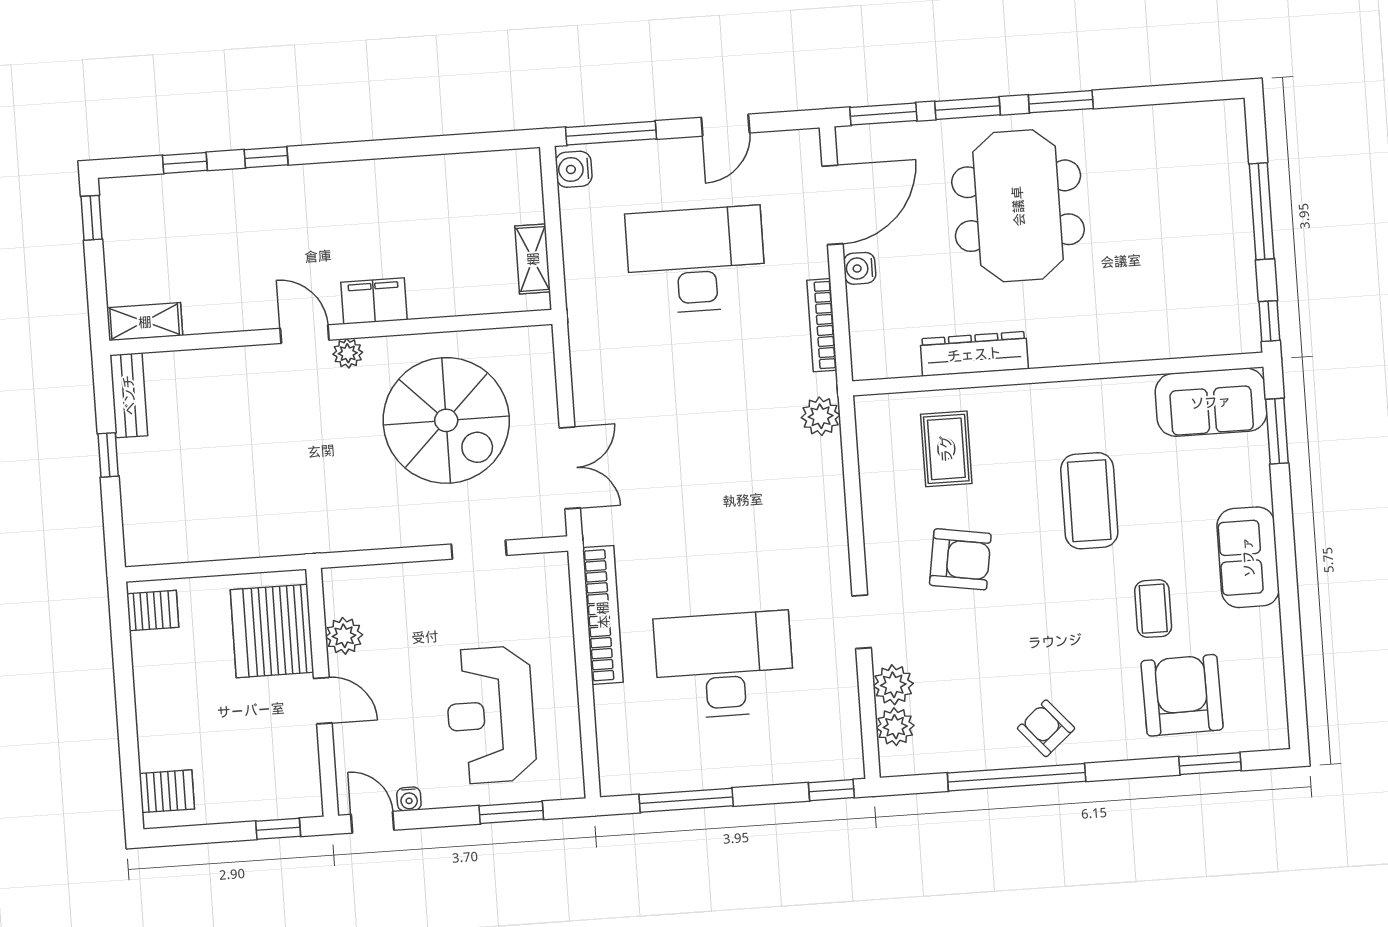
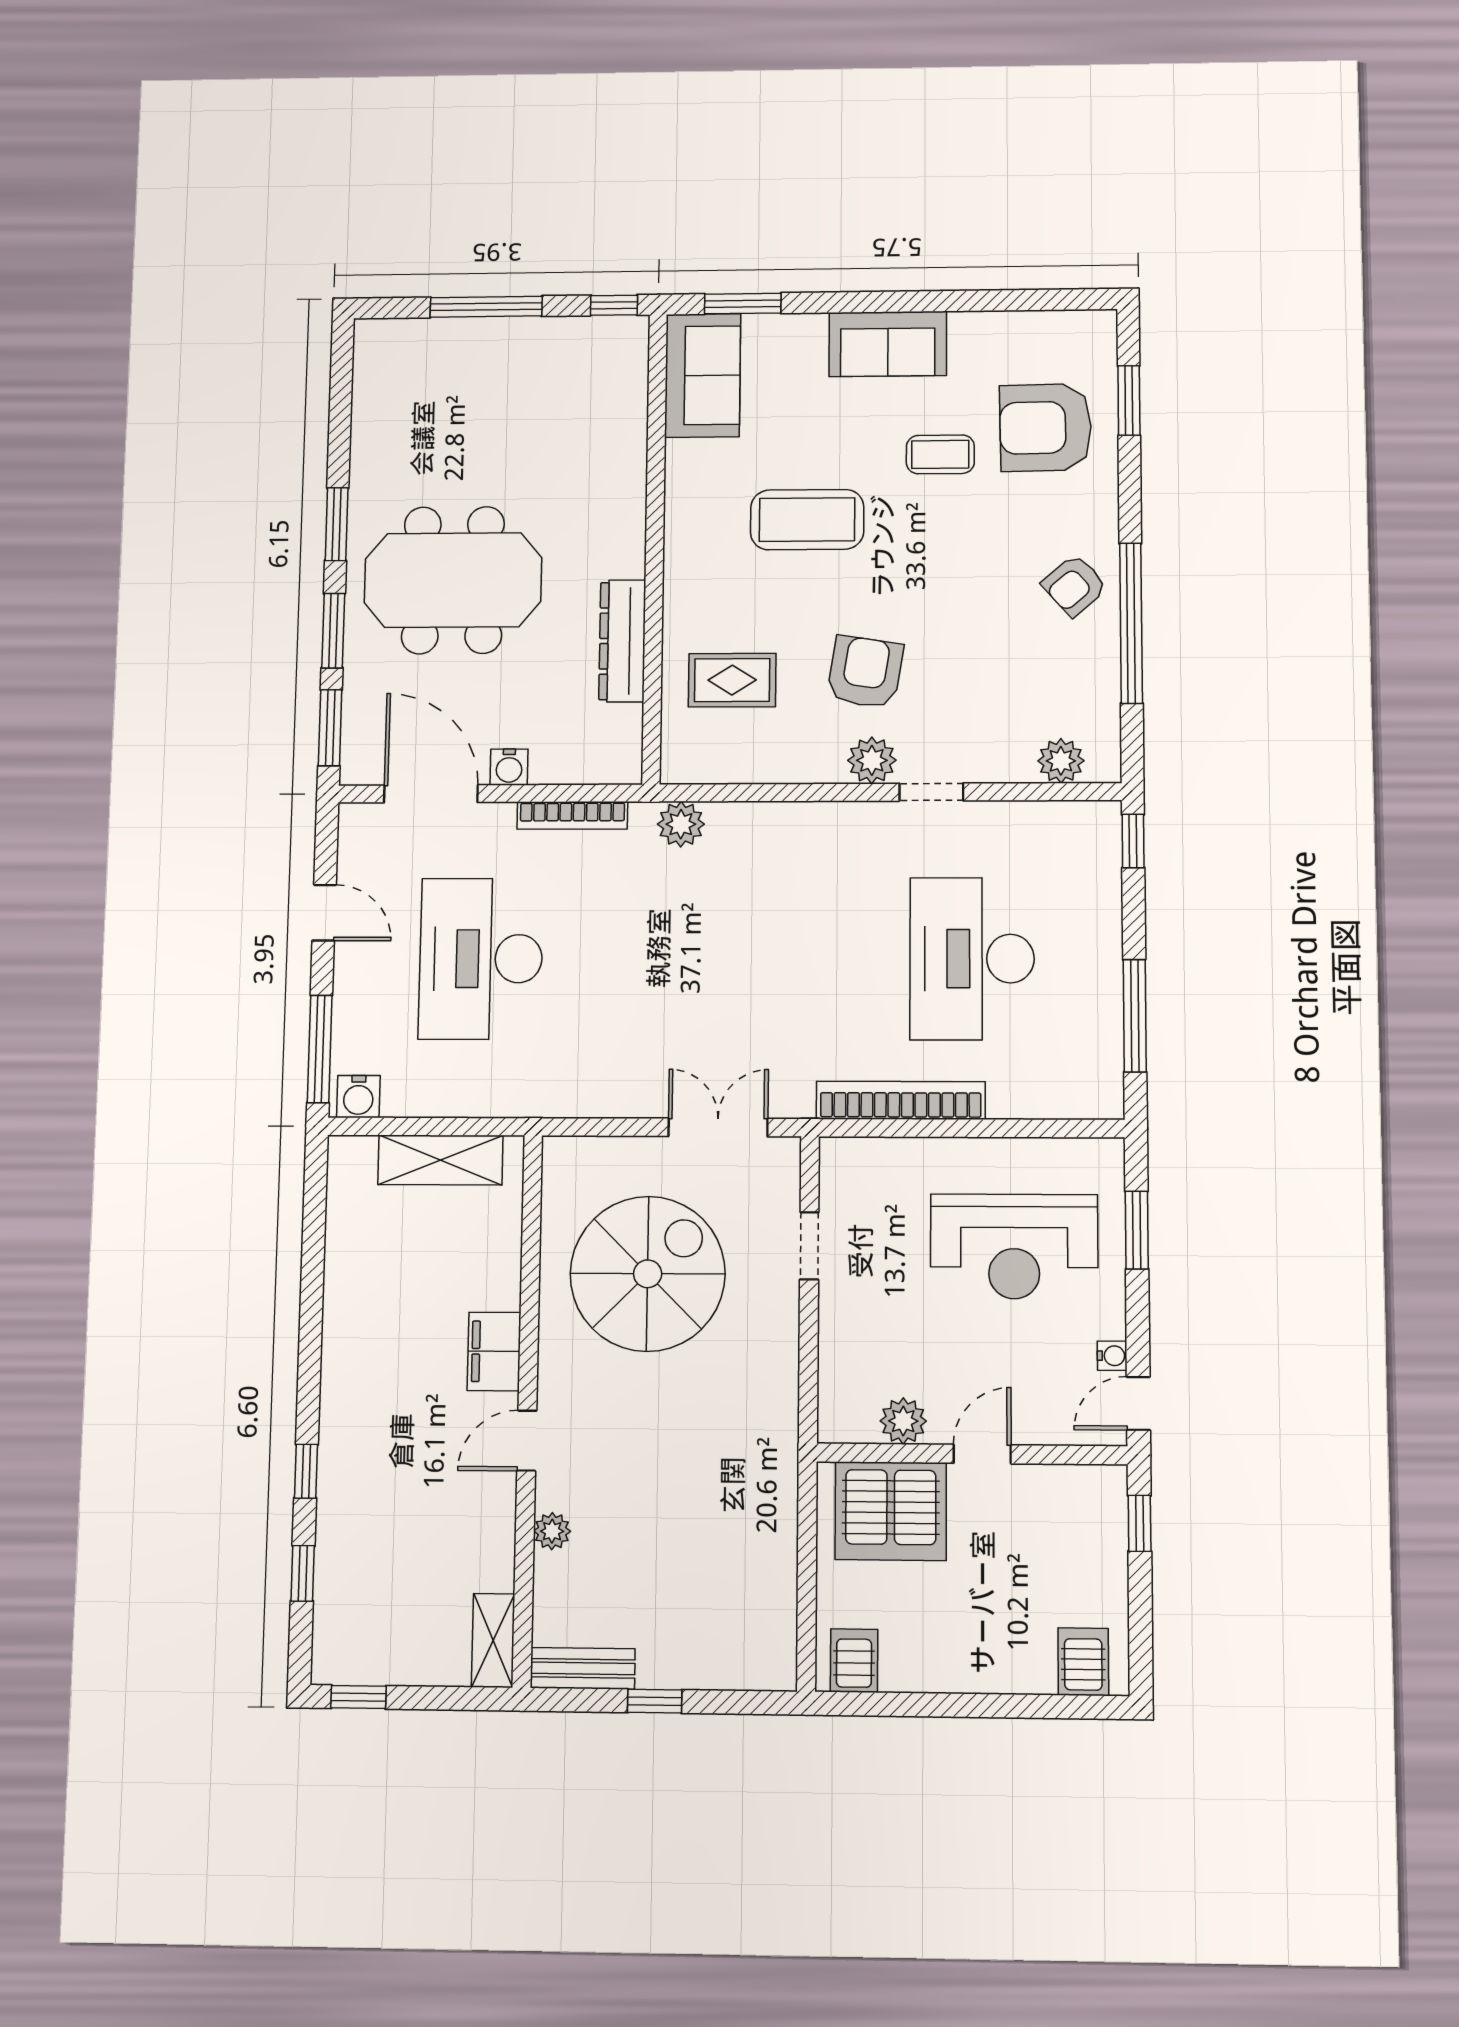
shelving: (533, 259) -> (440, 1160), width x1.50, depth x1.33
plant: (348, 353) -> (552, 1531), moved
plant: (893, 685) -> (872, 760), moved

